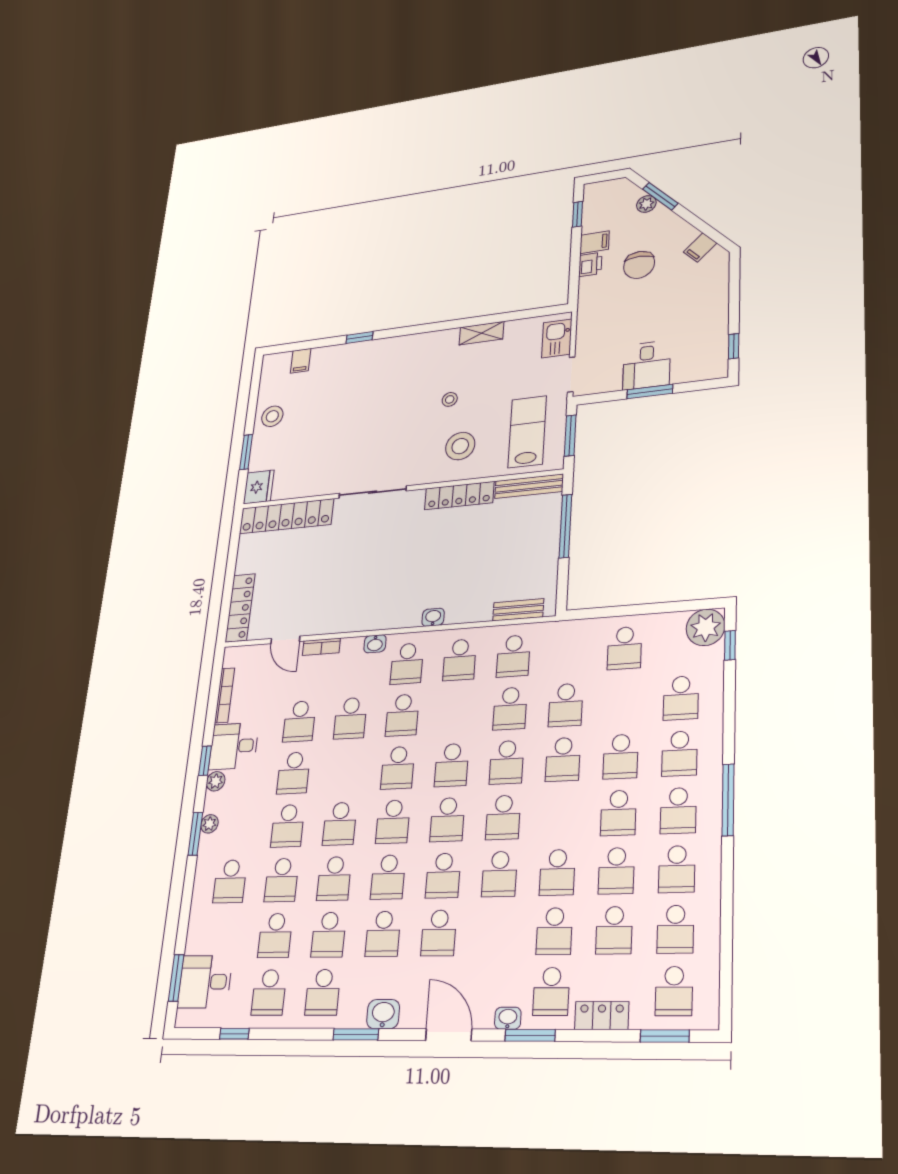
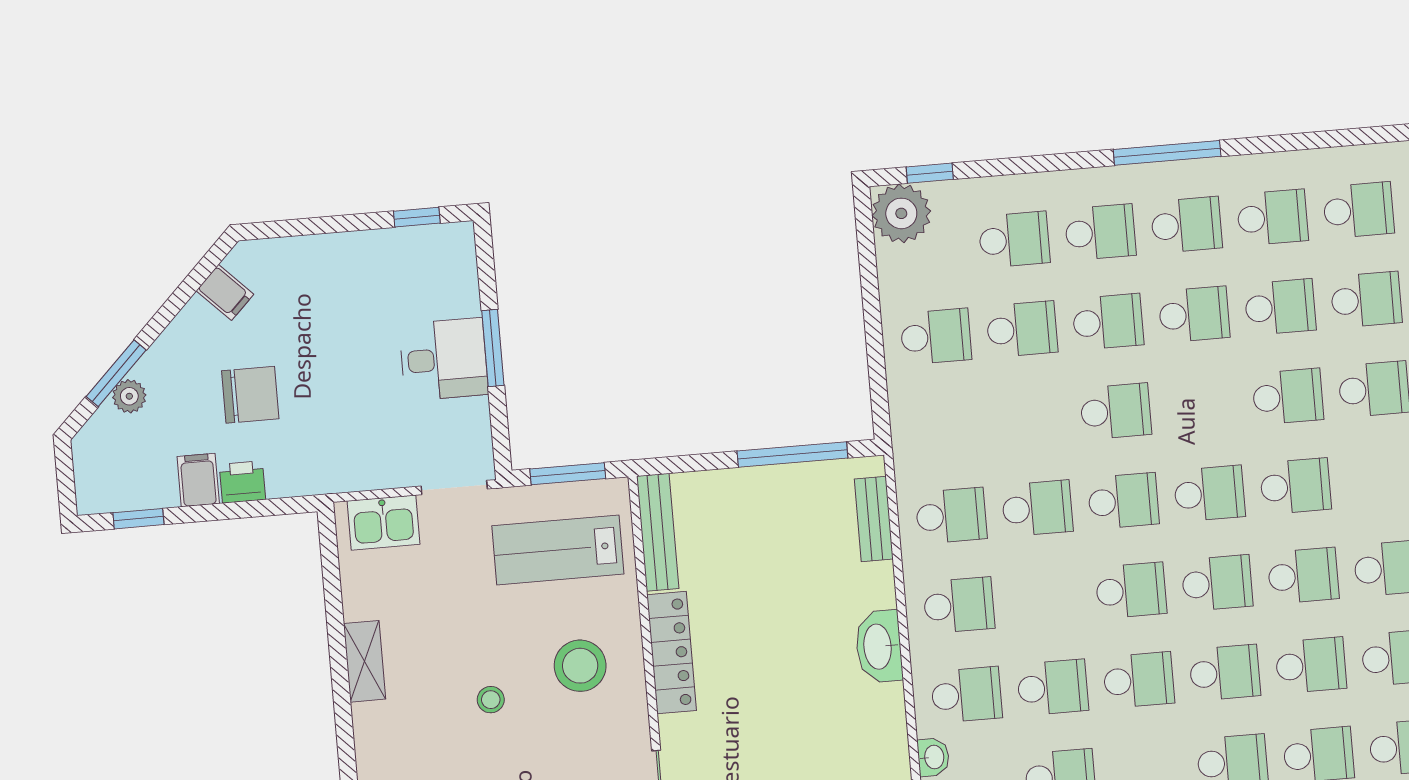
window: (565, 526) -> (792, 455), moved
washbasin: (433, 617) -> (879, 646), width x1.91, depth x1.45
school desk: (566, 705) -> (1022, 329), moved

